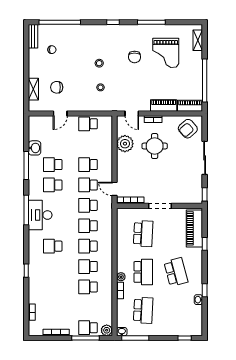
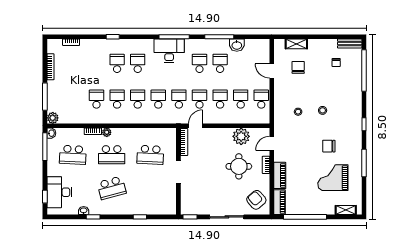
school desk: (88, 144) -> (241, 99), added
piano: (194, 228) -> (156, 207), removed
desk: (180, 324) -> (59, 192), added
school desk: (88, 328) -> (117, 63), moved

